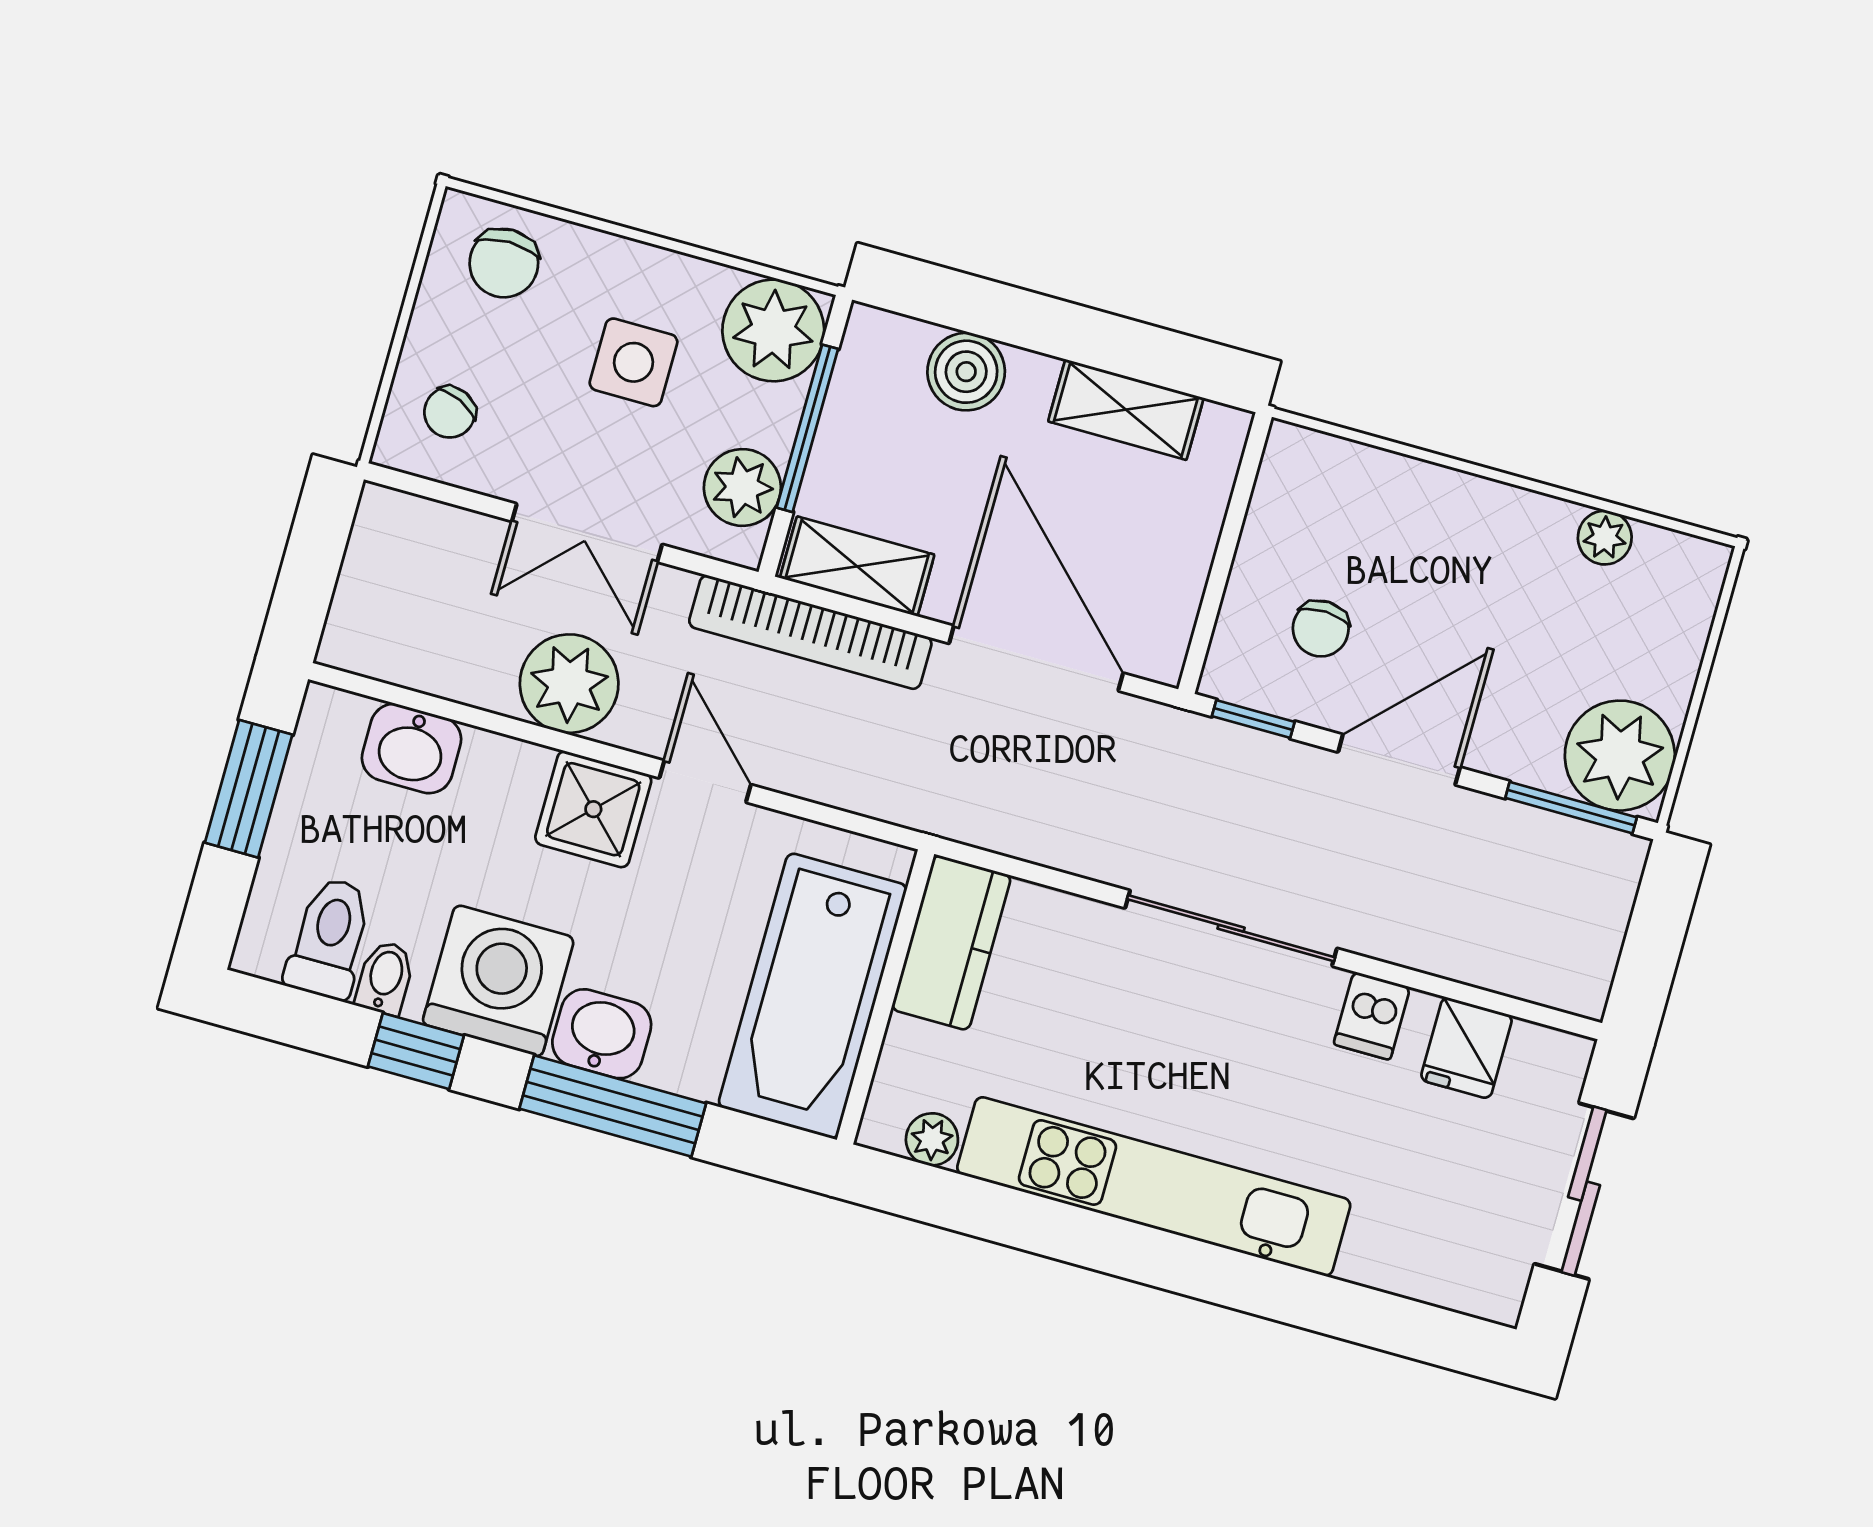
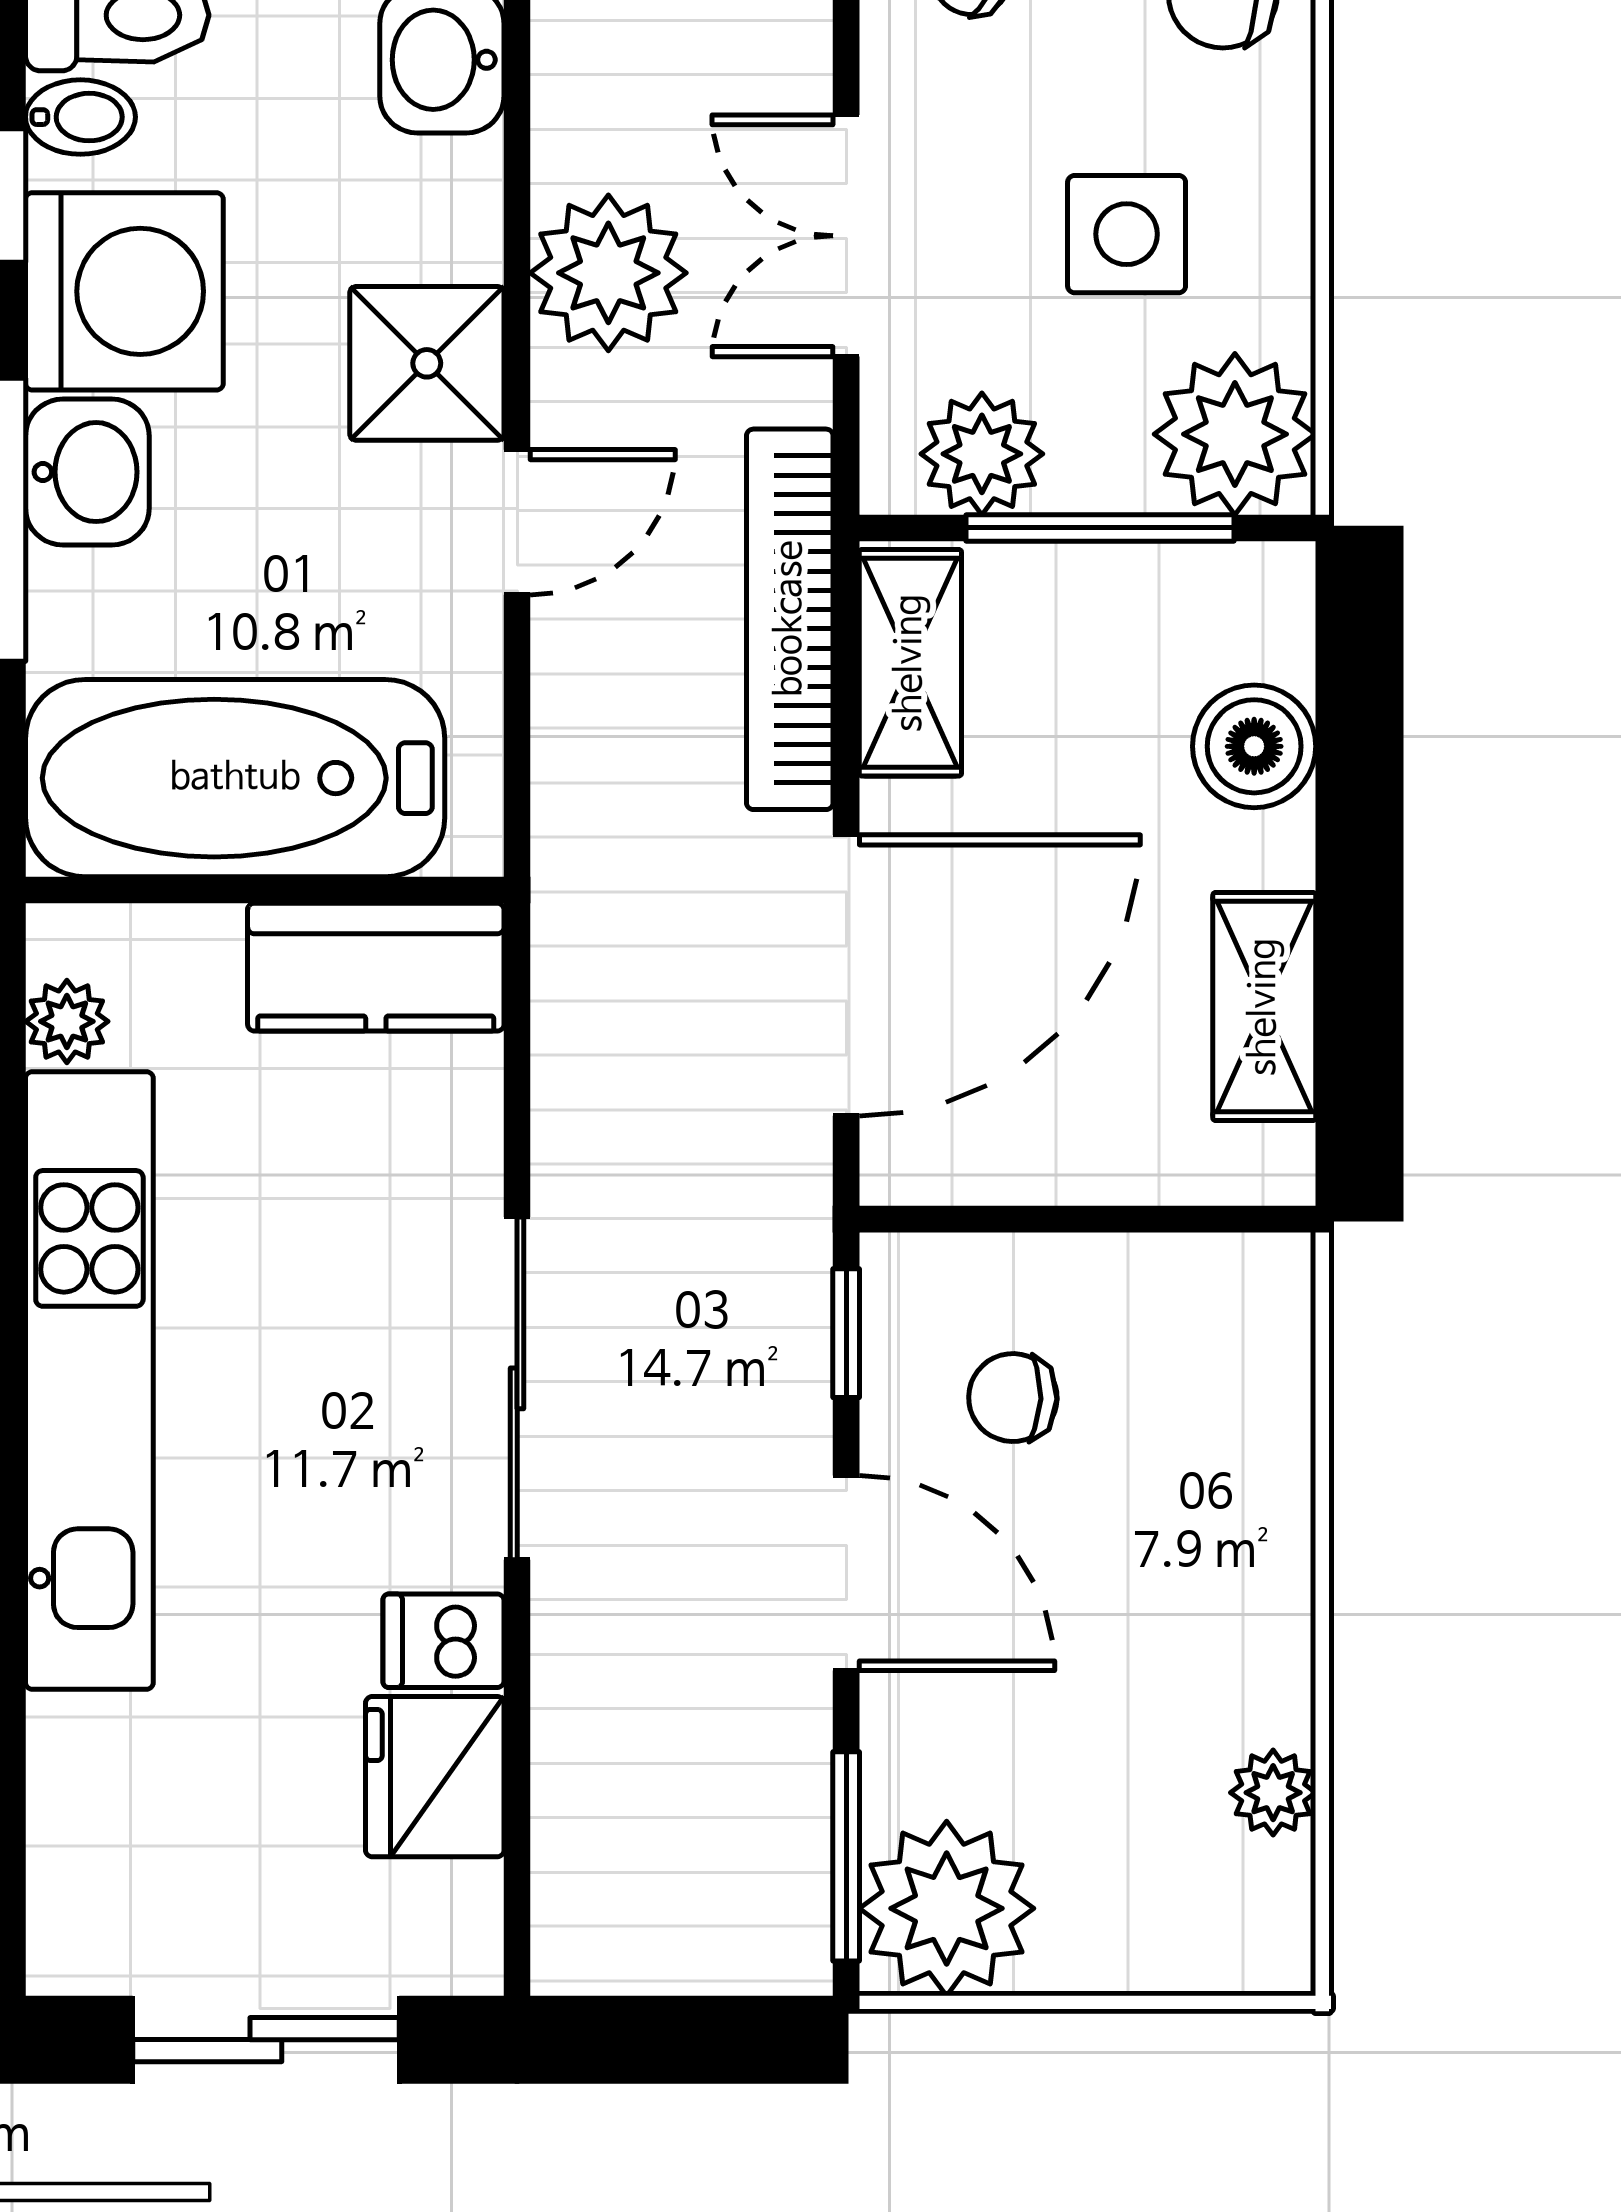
fridge: (1466, 1048) -> (435, 1777), width x1.38

